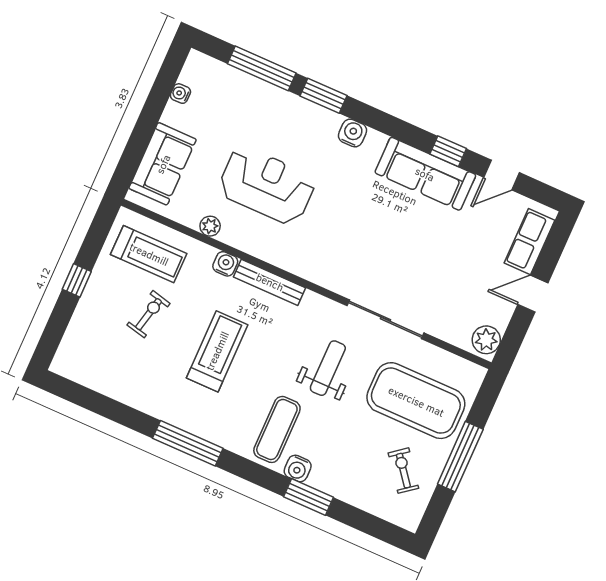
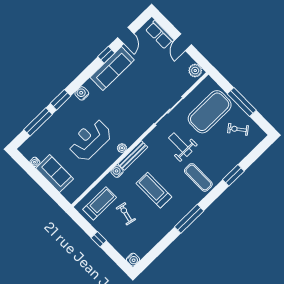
sofa: (163, 164) -> (55, 174), moved
plant: (210, 226) -> (122, 148), moved
water cooler: (298, 468) -> (133, 260), moved

